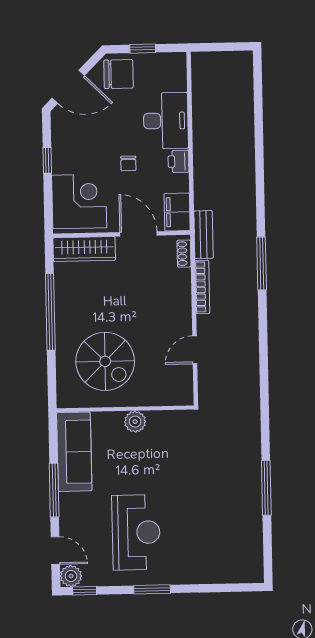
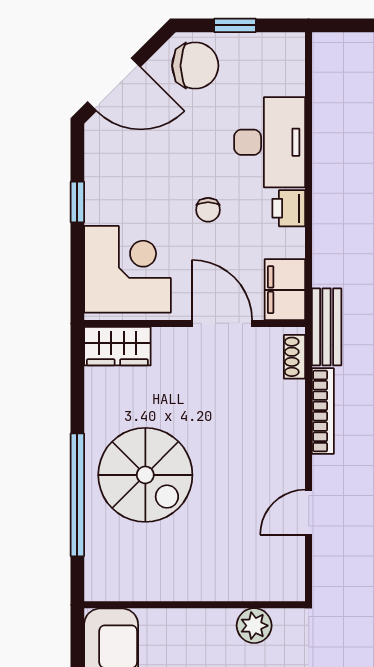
wardrobe: (84, 249) -> (117, 346), width x0.67
window: (50, 312) -> (77, 495), moved
spiral stairs: (105, 361) -> (145, 475), moved
plant: (135, 422) -> (254, 626), moved

